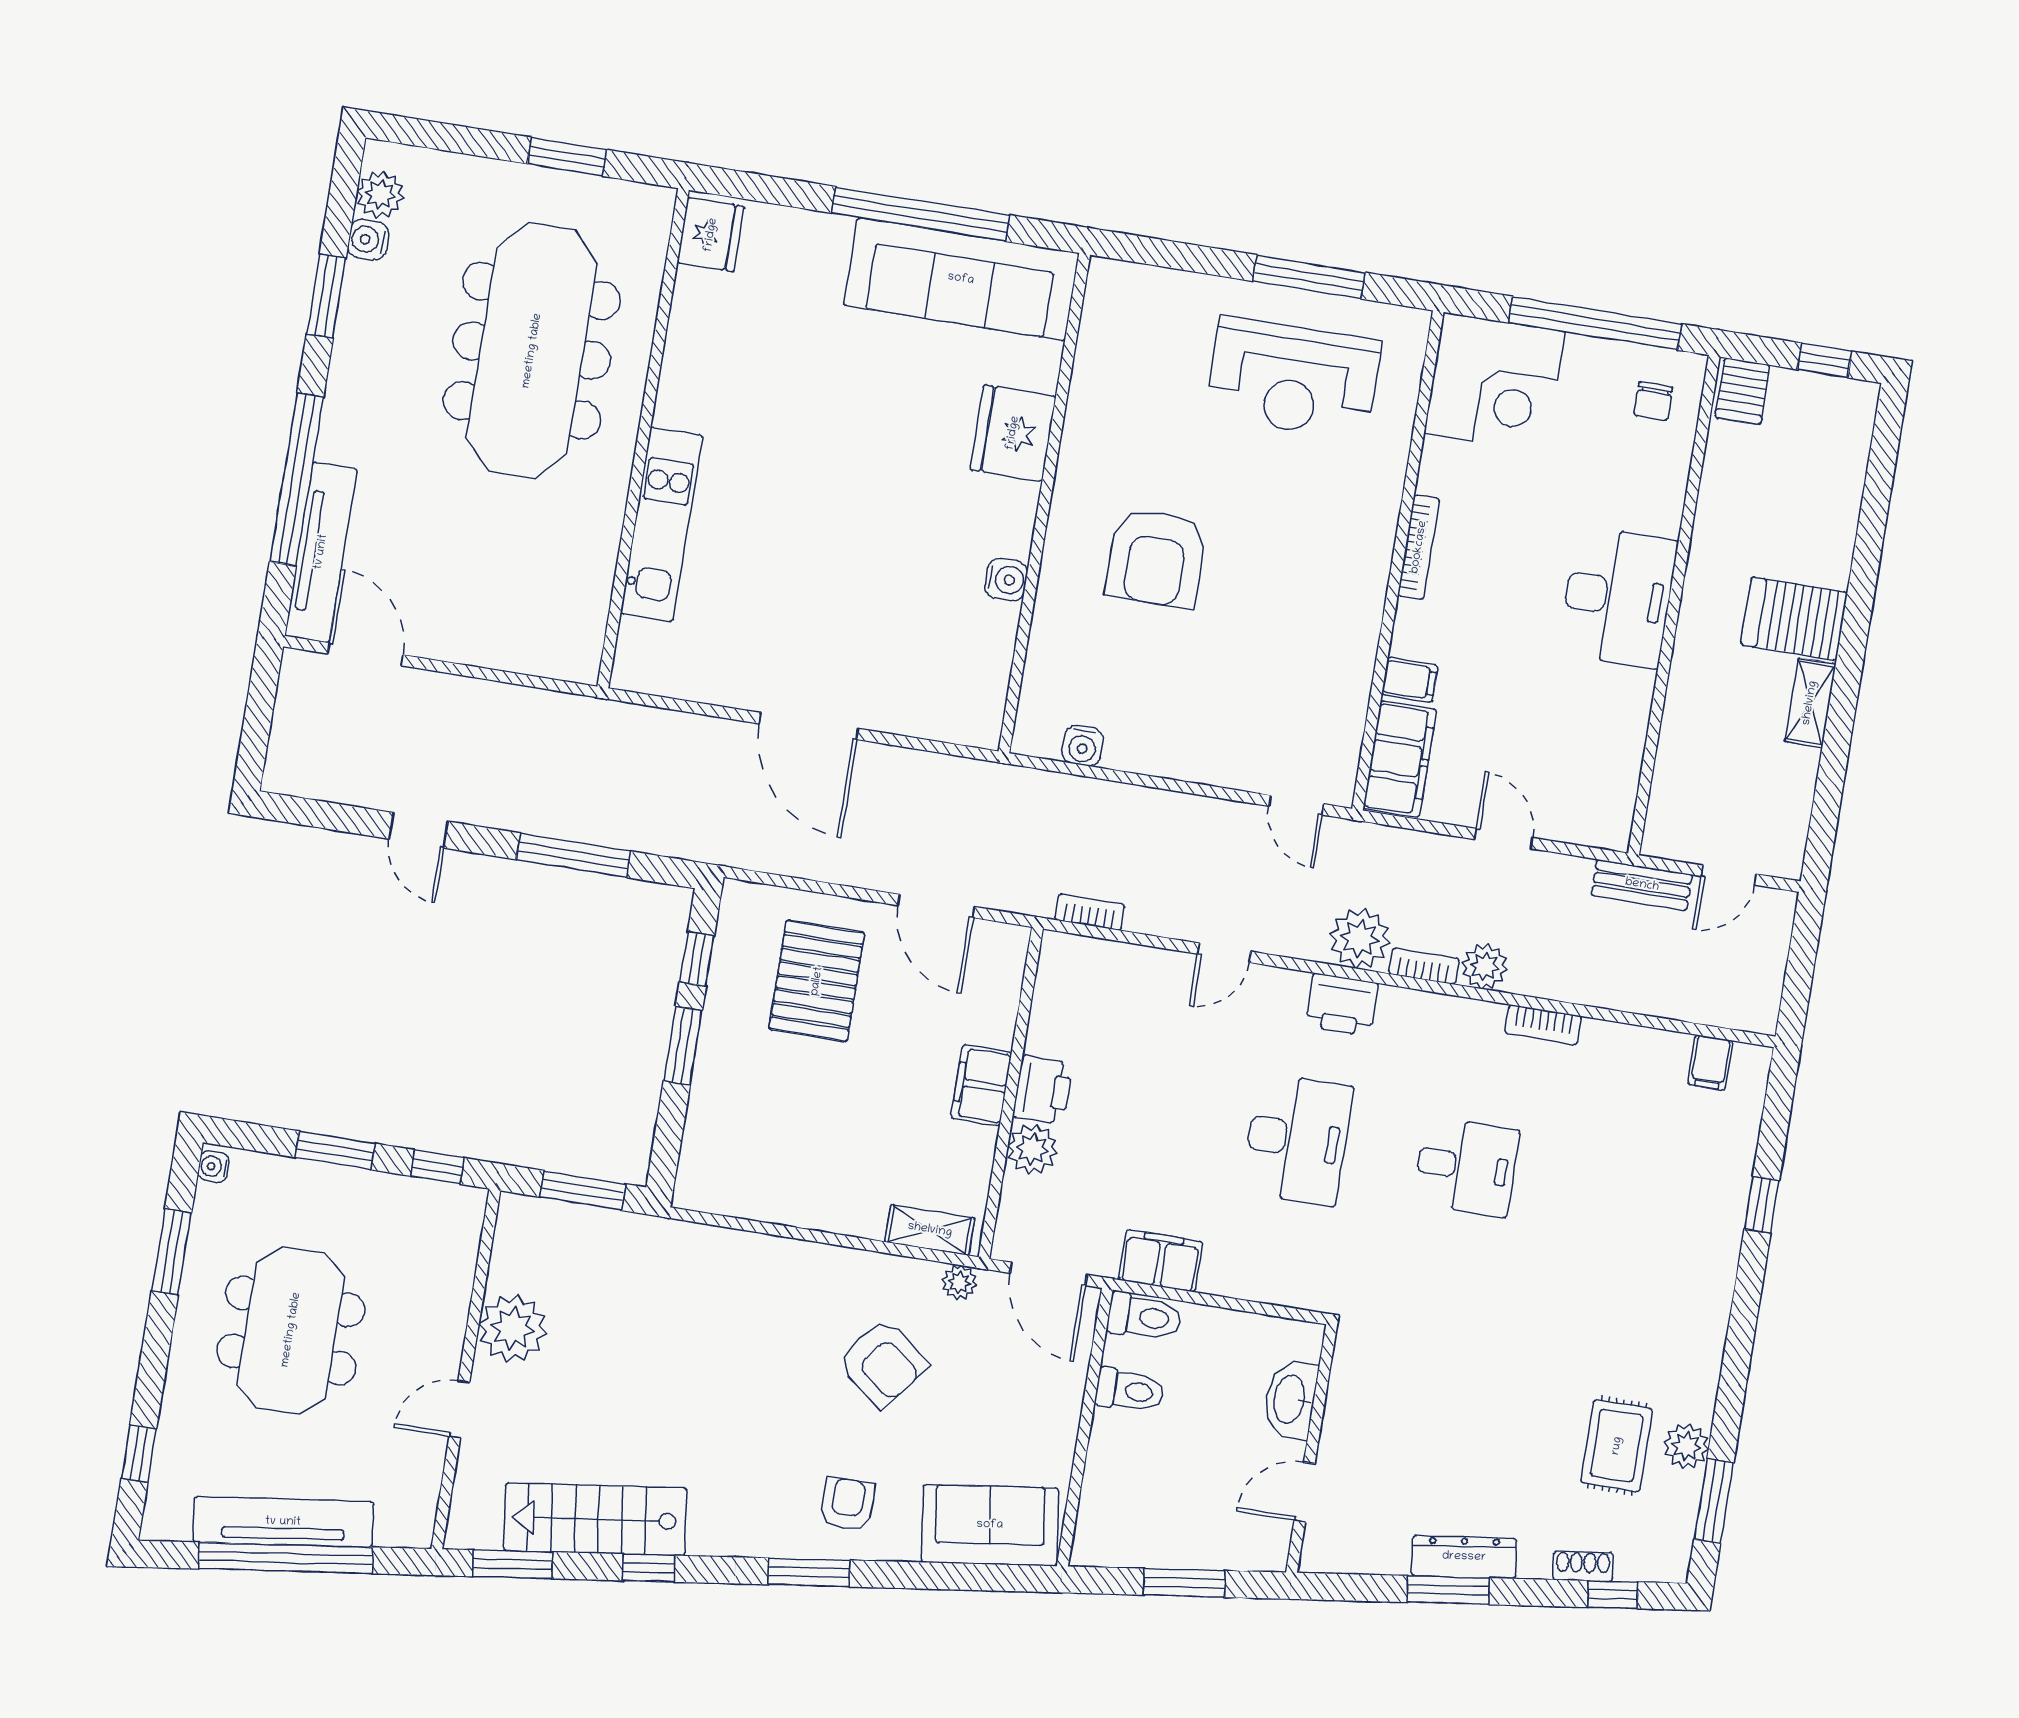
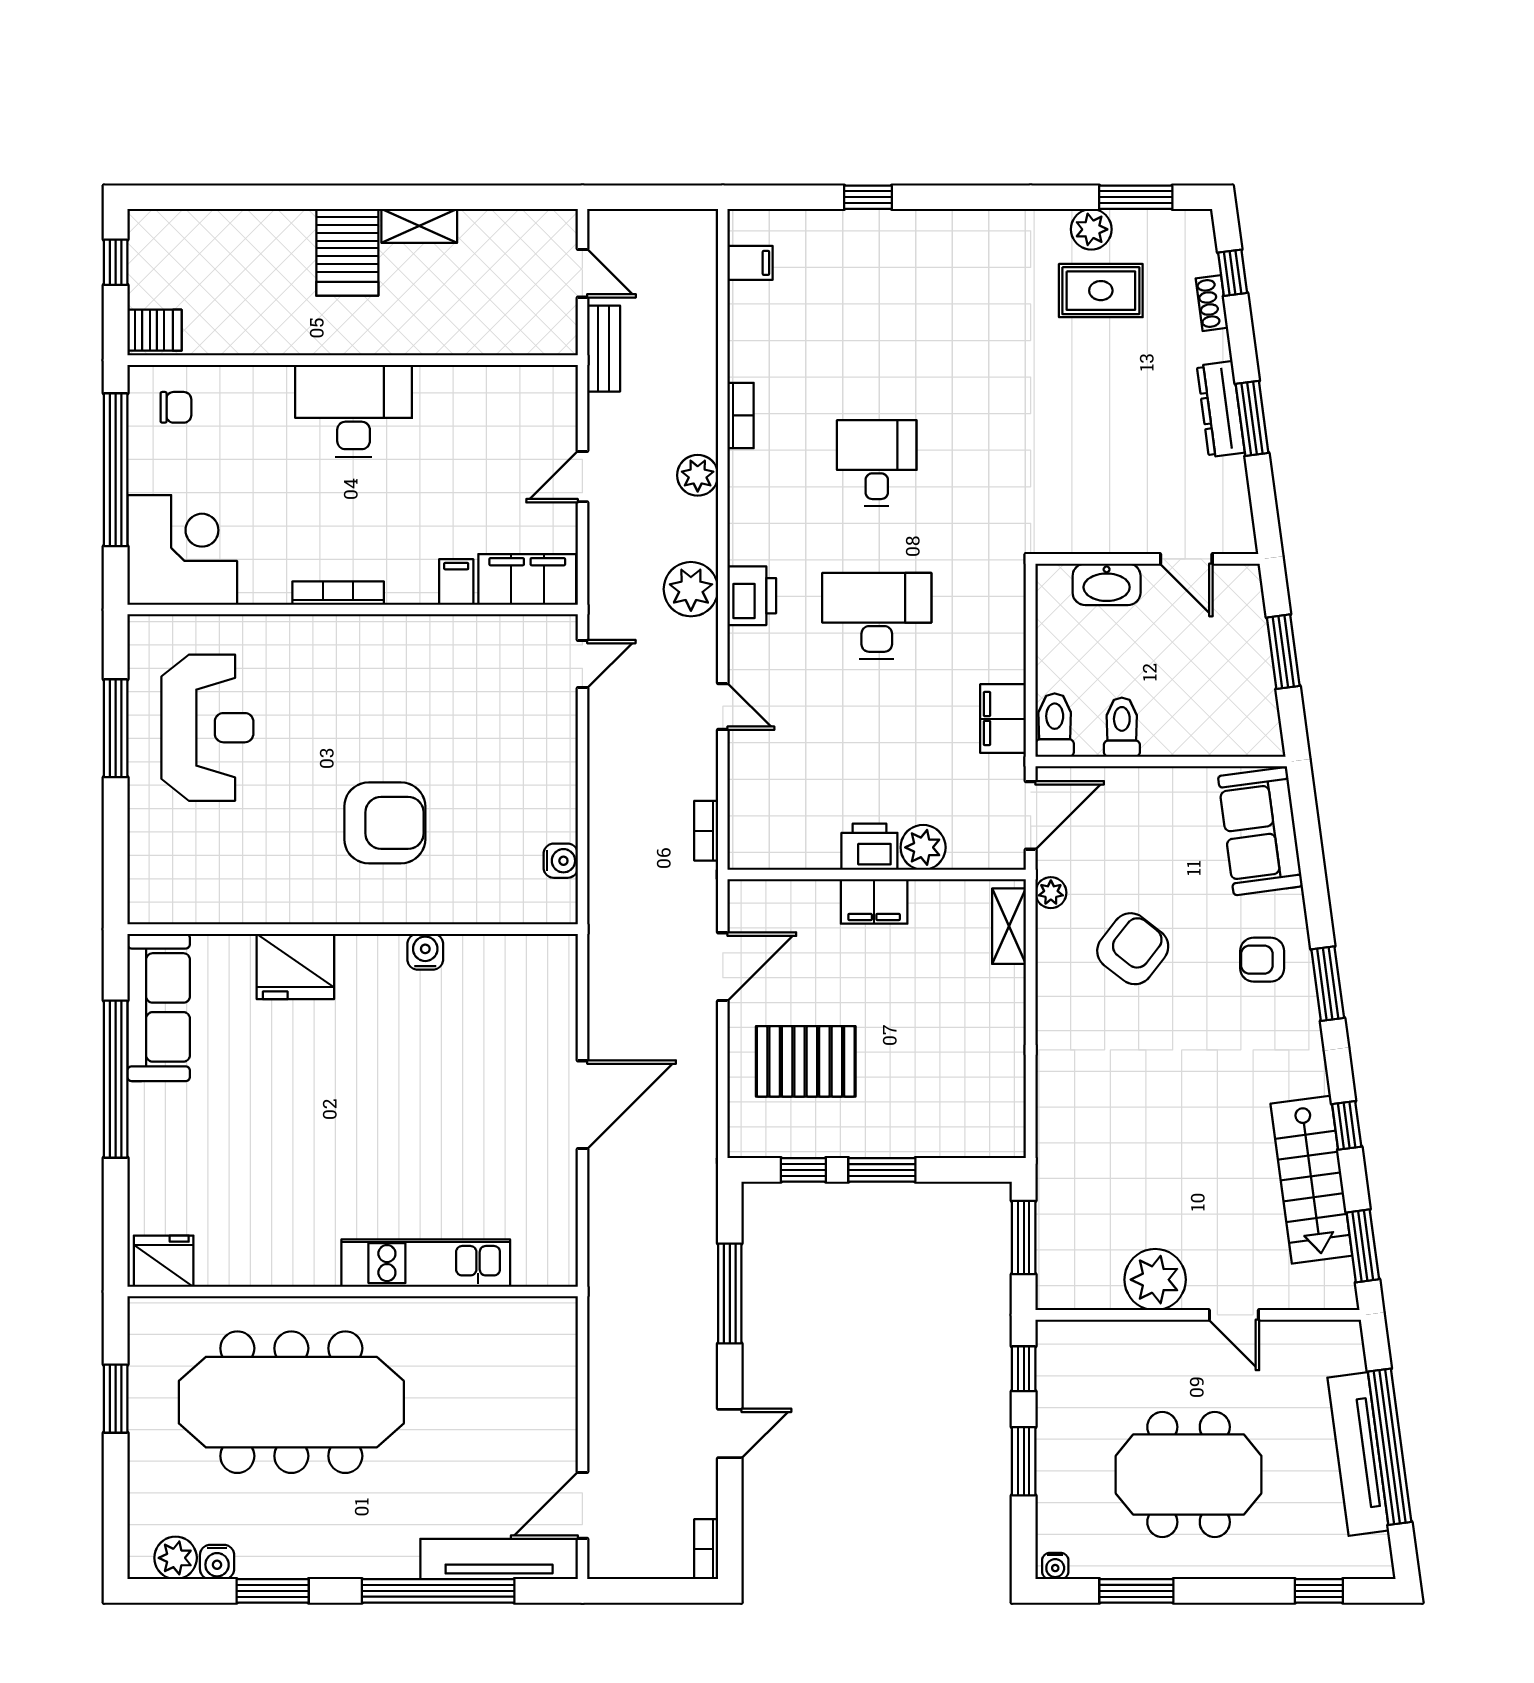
sofa: (961, 279) -> (159, 1007), width x0.74, depth x0.79
bookcase: (1424, 966) -> (706, 1549), moved

